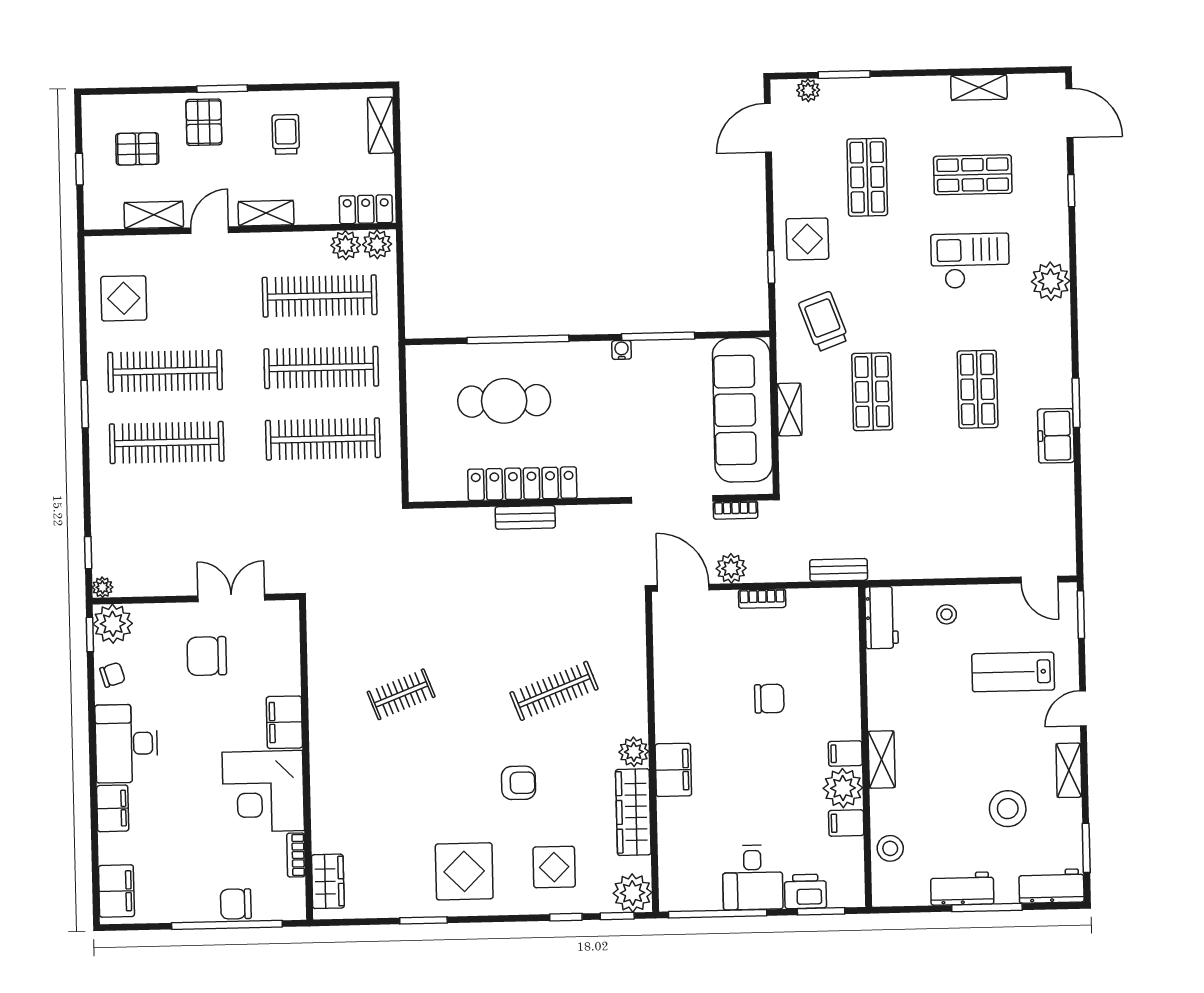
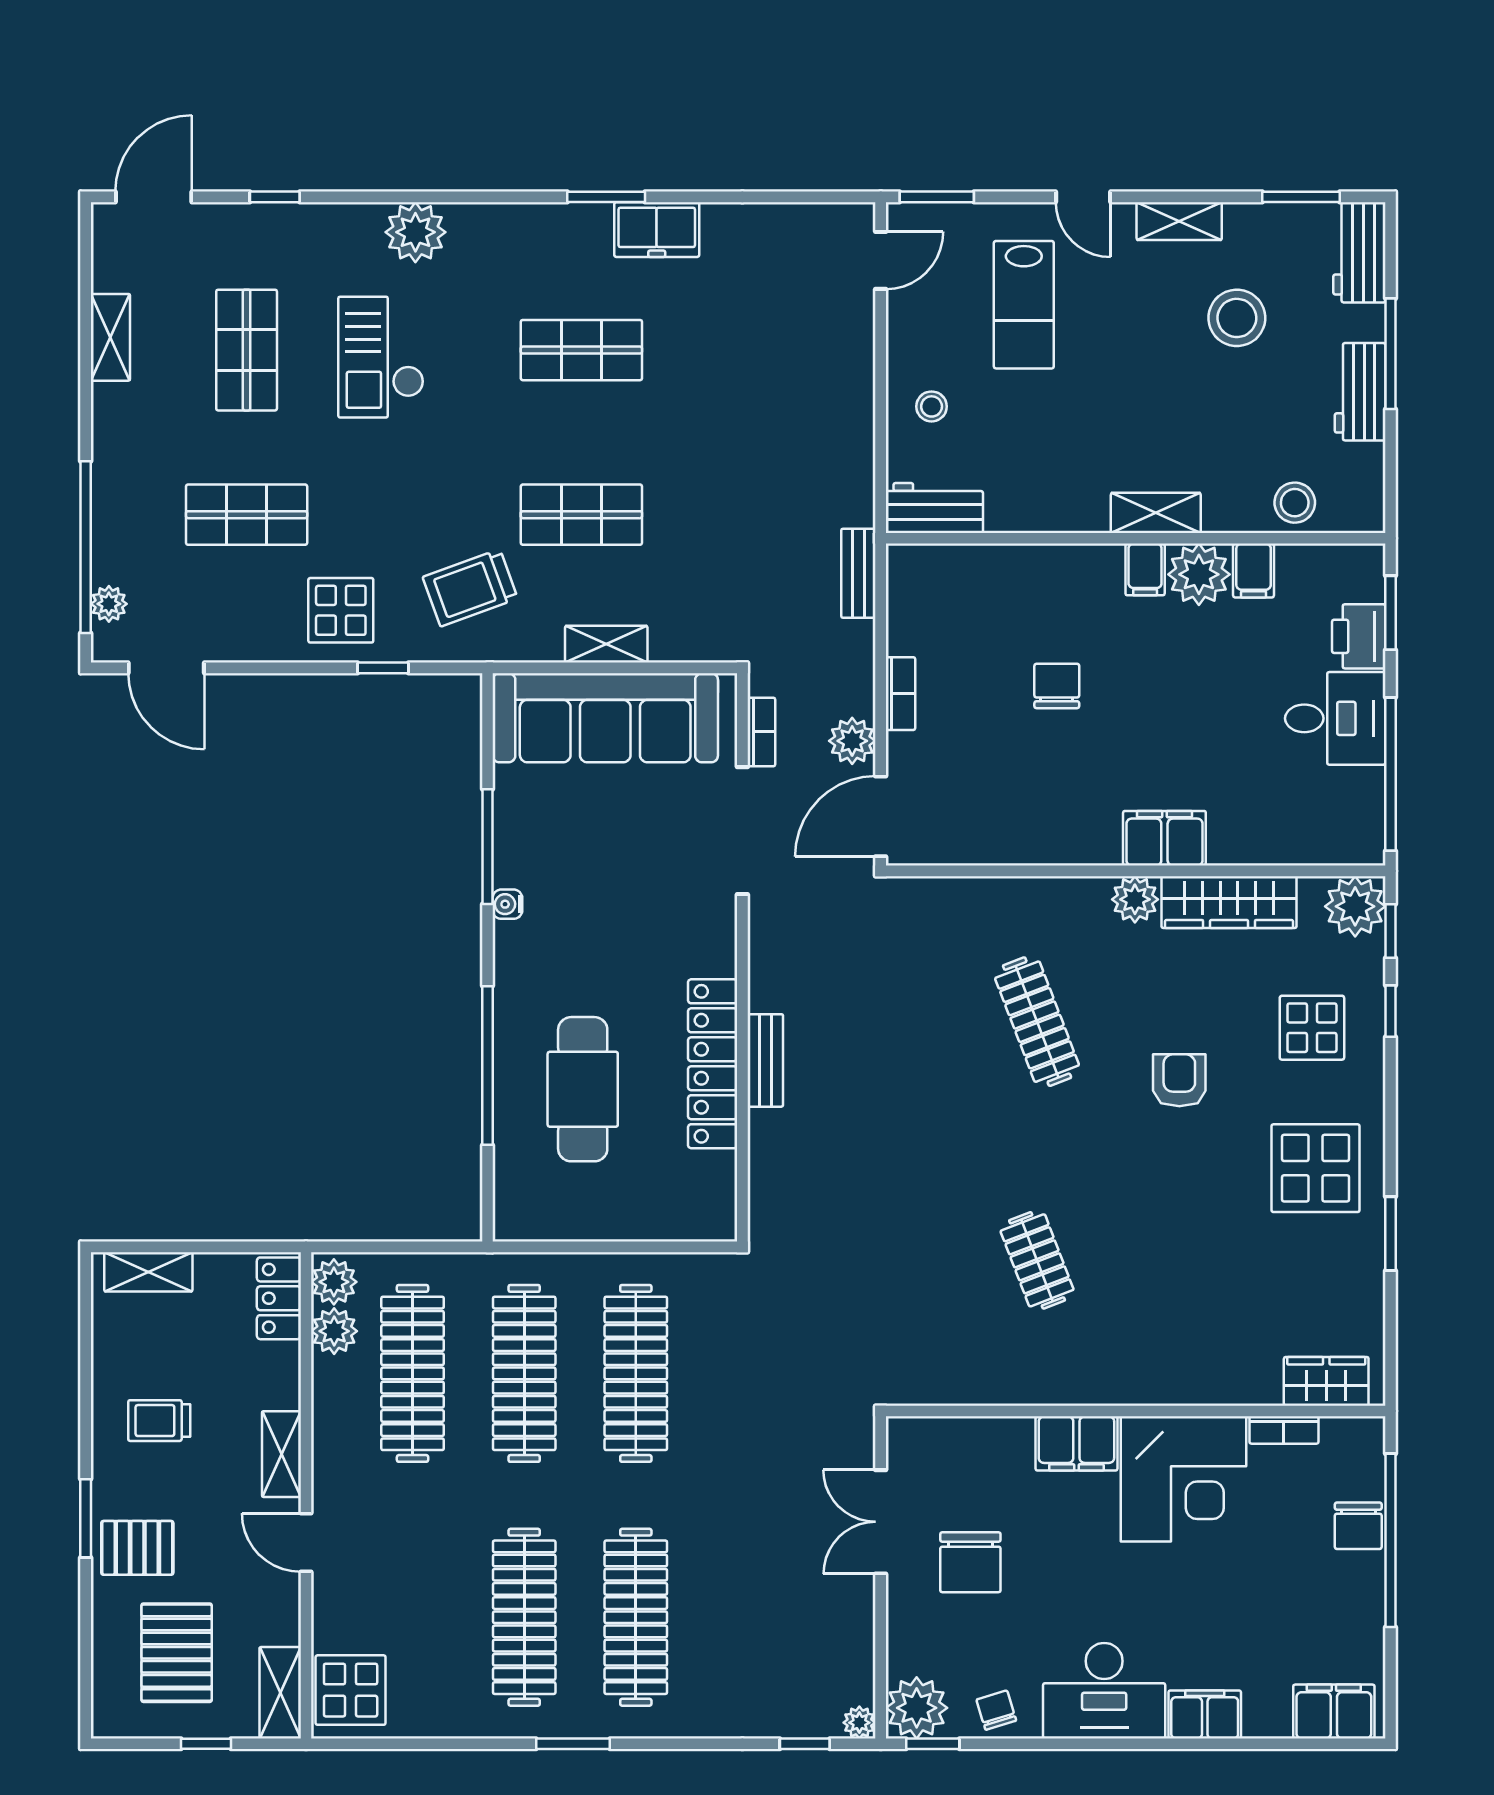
window: (844, 75) -> (86, 547), width x2.11
pallet: (137, 149) -> (177, 1653), width x1.50, depth x1.42
shelving: (154, 215) -> (280, 1693), moved
display table: (124, 298) -> (351, 1690), moved

